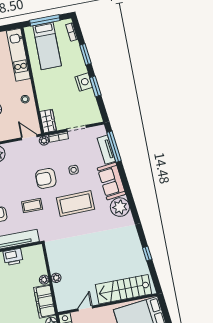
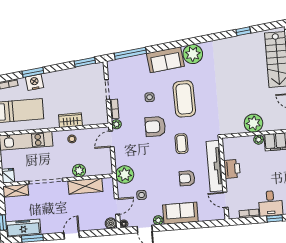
nightstand: (84, 82) -> (34, 82), moved
window: (95, 86) -> (85, 62), moved
wardrobe: (48, 121) -> (70, 120), moved
tv unit: (106, 150) -> (133, 61), removed
armchair: (46, 178) -> (155, 127), turned 90
plant: (56, 278) -> (253, 123), width x1.87, depth x1.87

